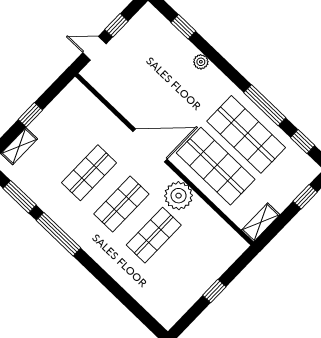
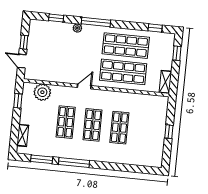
door: (94, 48) -> (22, 61), hinge flipped
window: (265, 105) -> (96, 22), moved
window: (30, 115) -> (18, 101), moved
door: (150, 145) -> (84, 87), width x0.53
plant: (179, 196) -> (42, 92), moved

